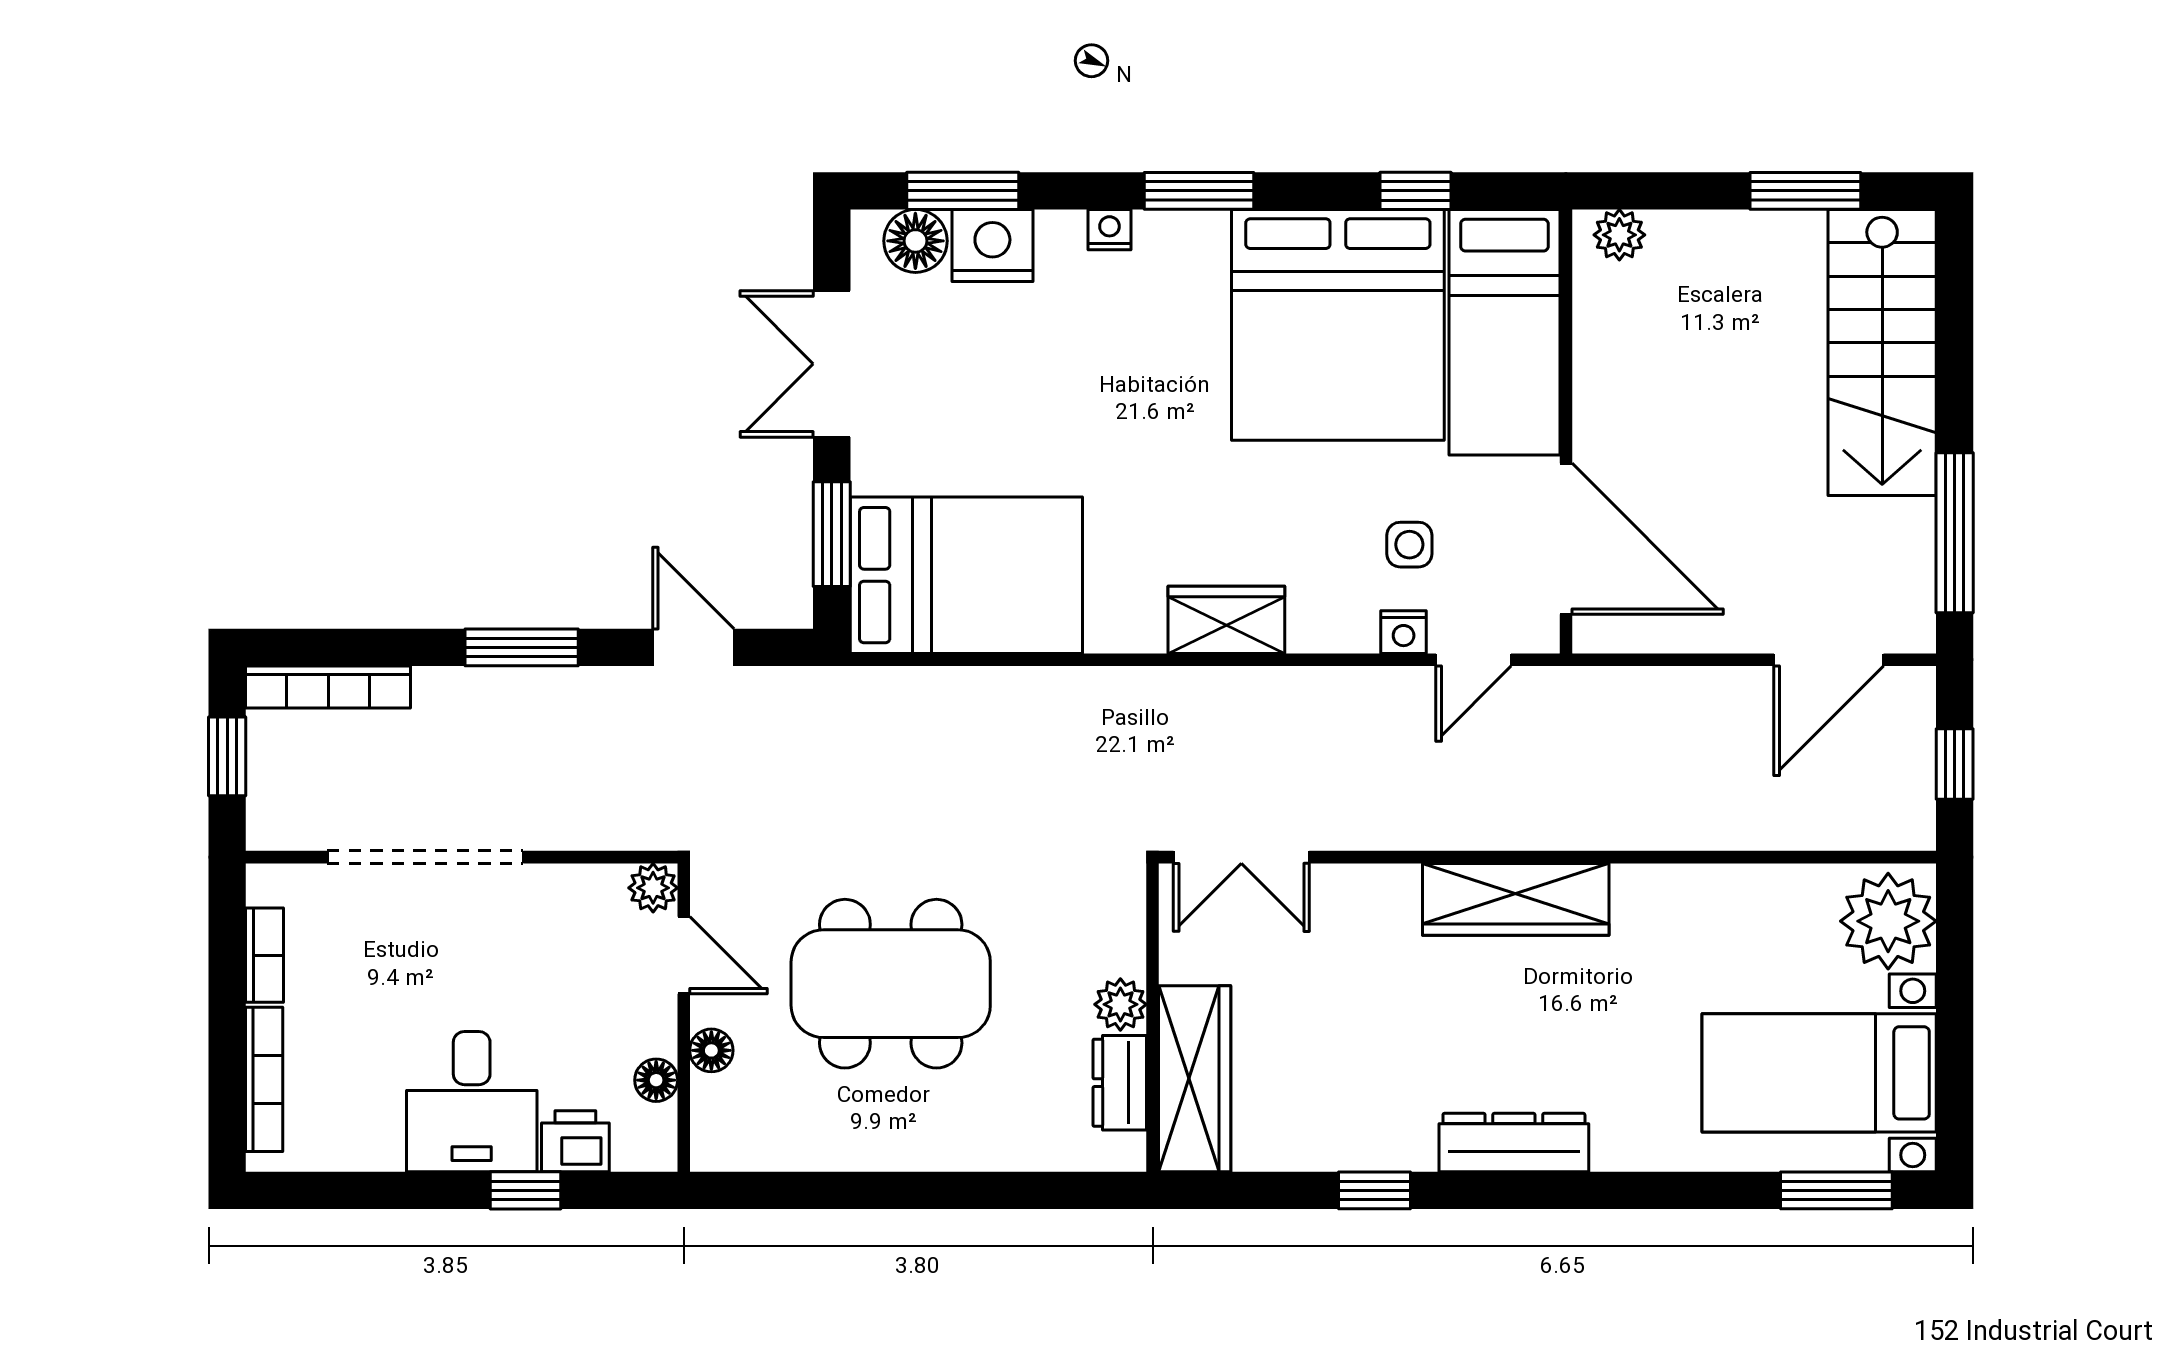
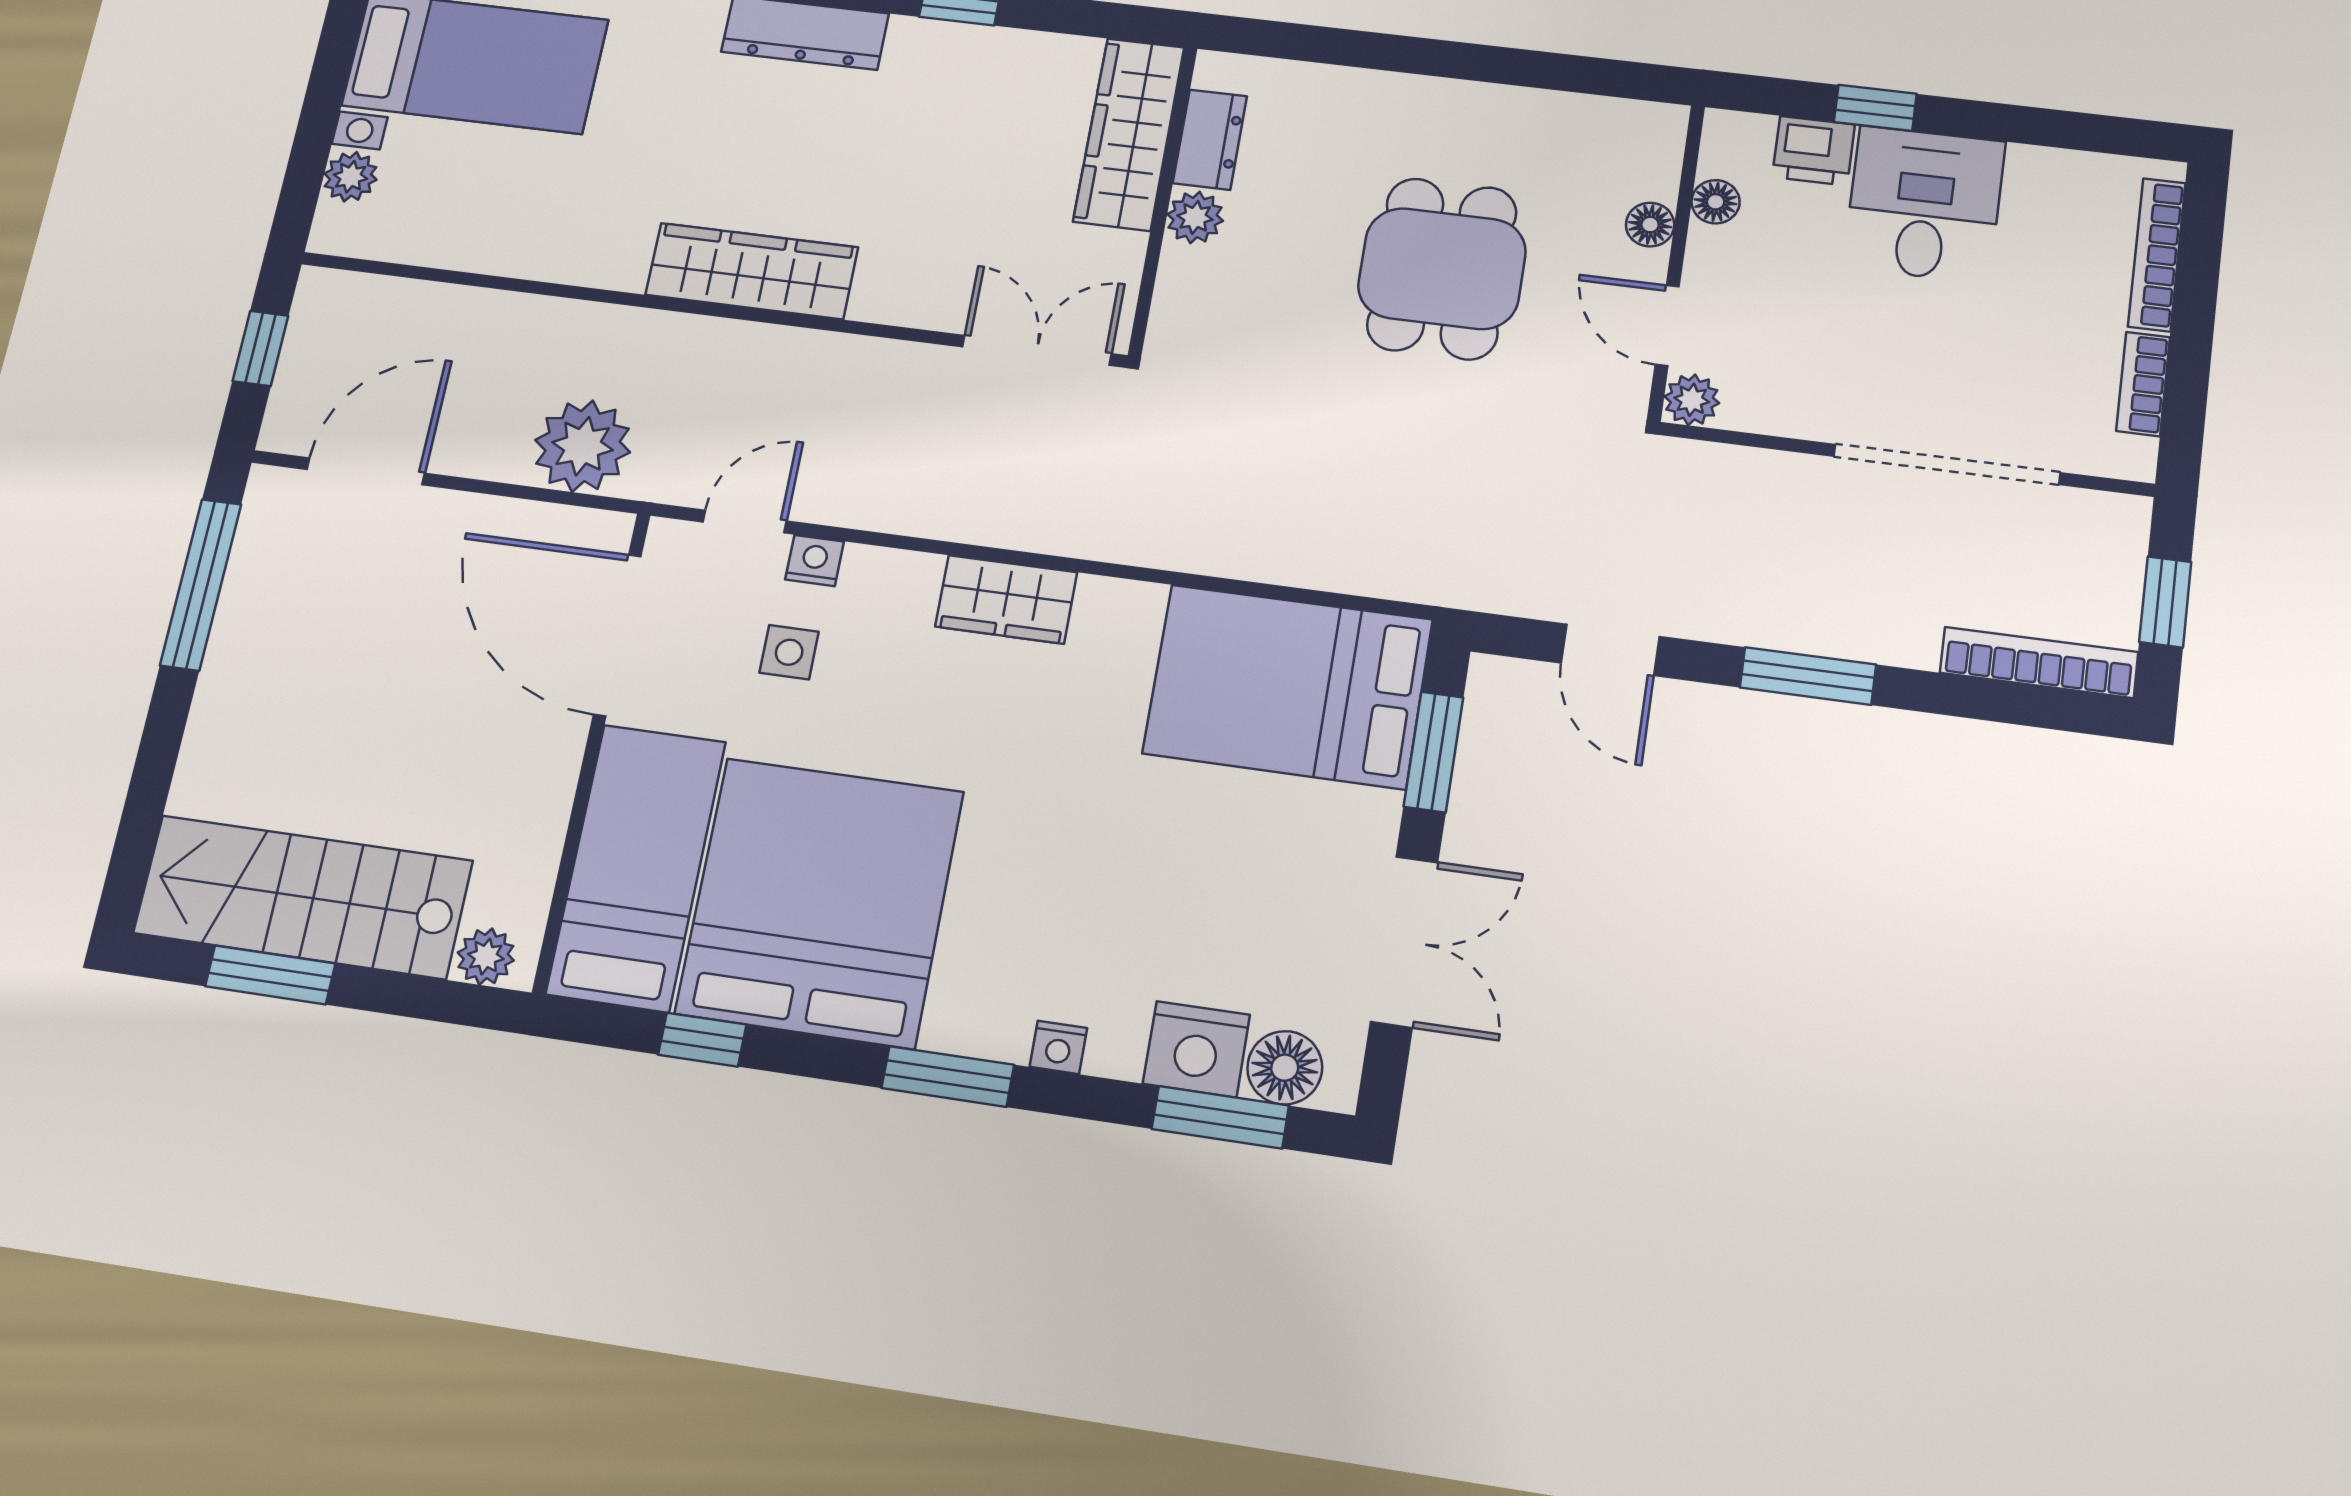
stairs: (1882, 353) -> (303, 897), moved, turned -90
plant: (1635, 711) -> (583, 446), added
plant: (1888, 921) -> (350, 177), width x0.53, depth x0.53
dining table: (891, 984) -> (1442, 269), width x0.73

